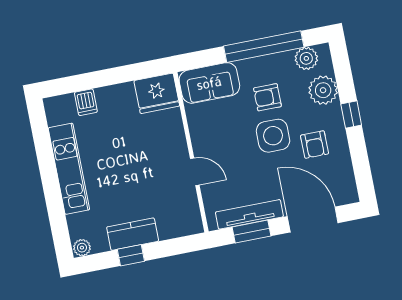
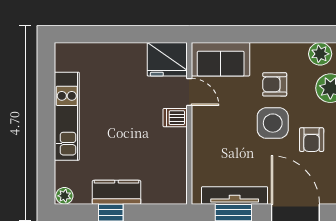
window: (264, 47) -> (281, 34), removed
dishwasher: (86, 102) -> (175, 118), moved, turned 90
door: (195, 172) -> (189, 92), moved

